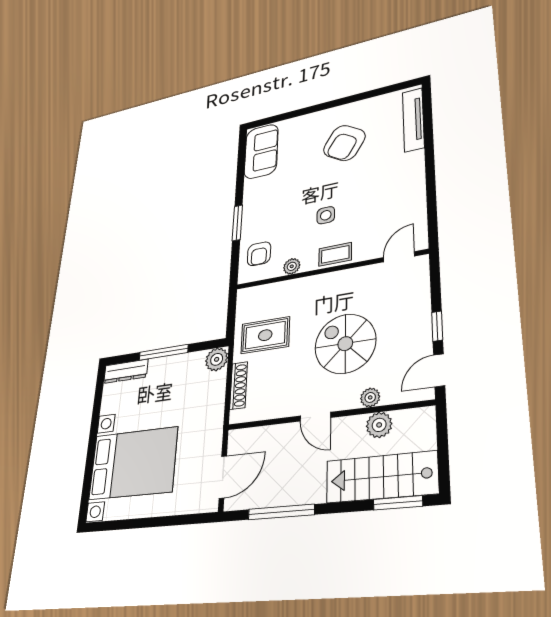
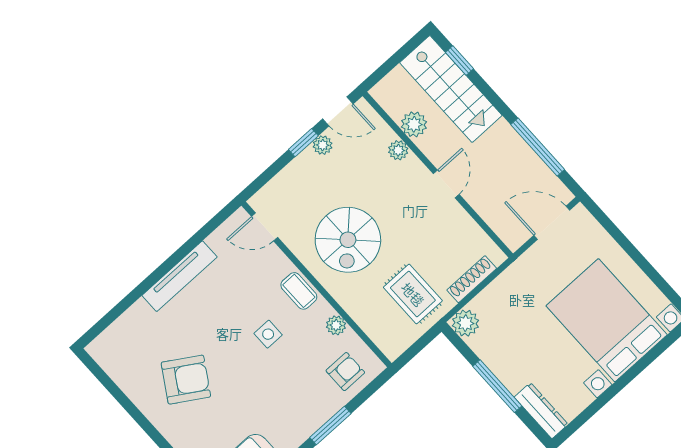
tv unit: (413, 120) -> (180, 276), moved
plant: (423, 340) -> (323, 145), added
spiral stairs: (345, 344) -> (348, 240), moved
window: (398, 503) -> (459, 61), width x0.67

